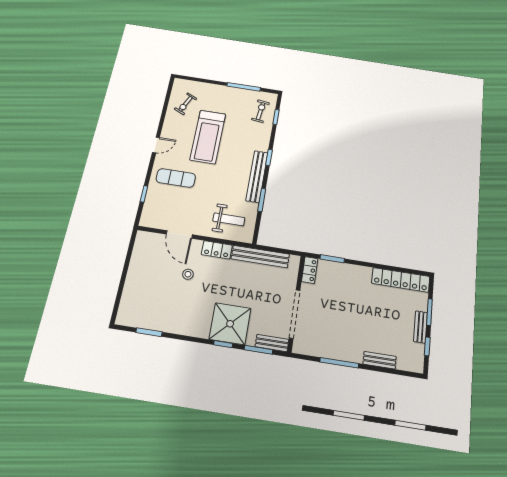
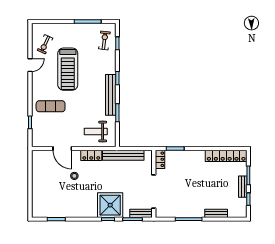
door: (156, 145) -> (30, 65), moved
weight bench: (229, 219) -> (96, 132), turned 180

